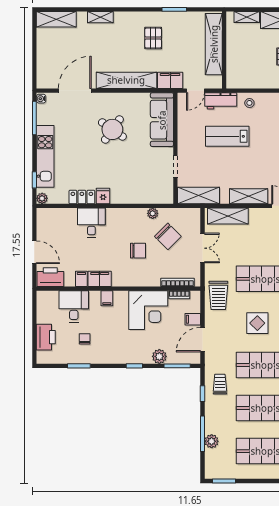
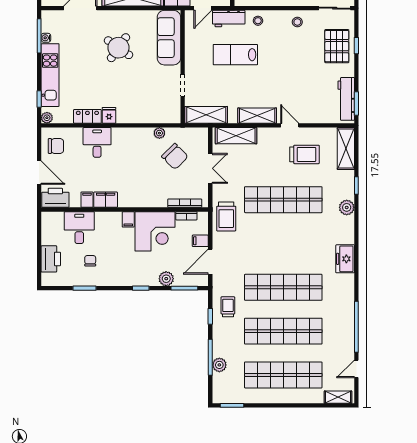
water cooler: (41, 99) -> (46, 38), moved
chair: (138, 251) -> (56, 146), moved
filing cabinet: (107, 298) -> (128, 219), moved
display table: (257, 323) -> (266, 245), removed

